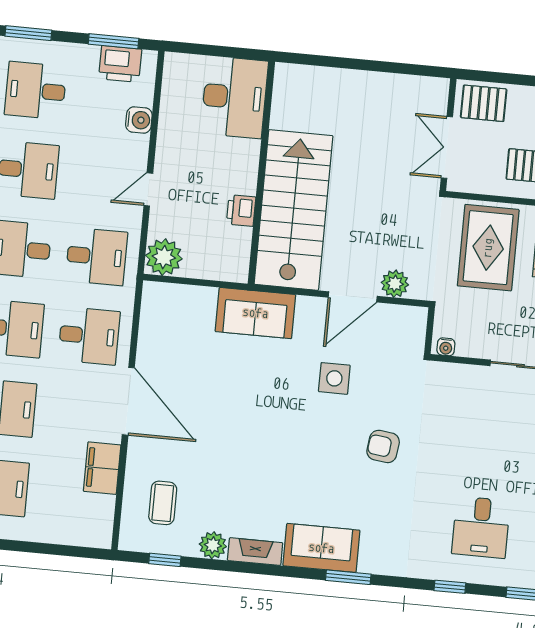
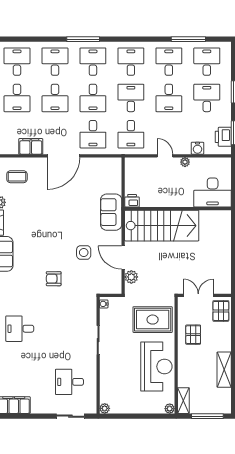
printer: (241, 211) -> (132, 201), moved
plant: (164, 257) -> (185, 162), moved, width x0.53, depth x0.53
armchair: (383, 446) -> (54, 279), turned -97

